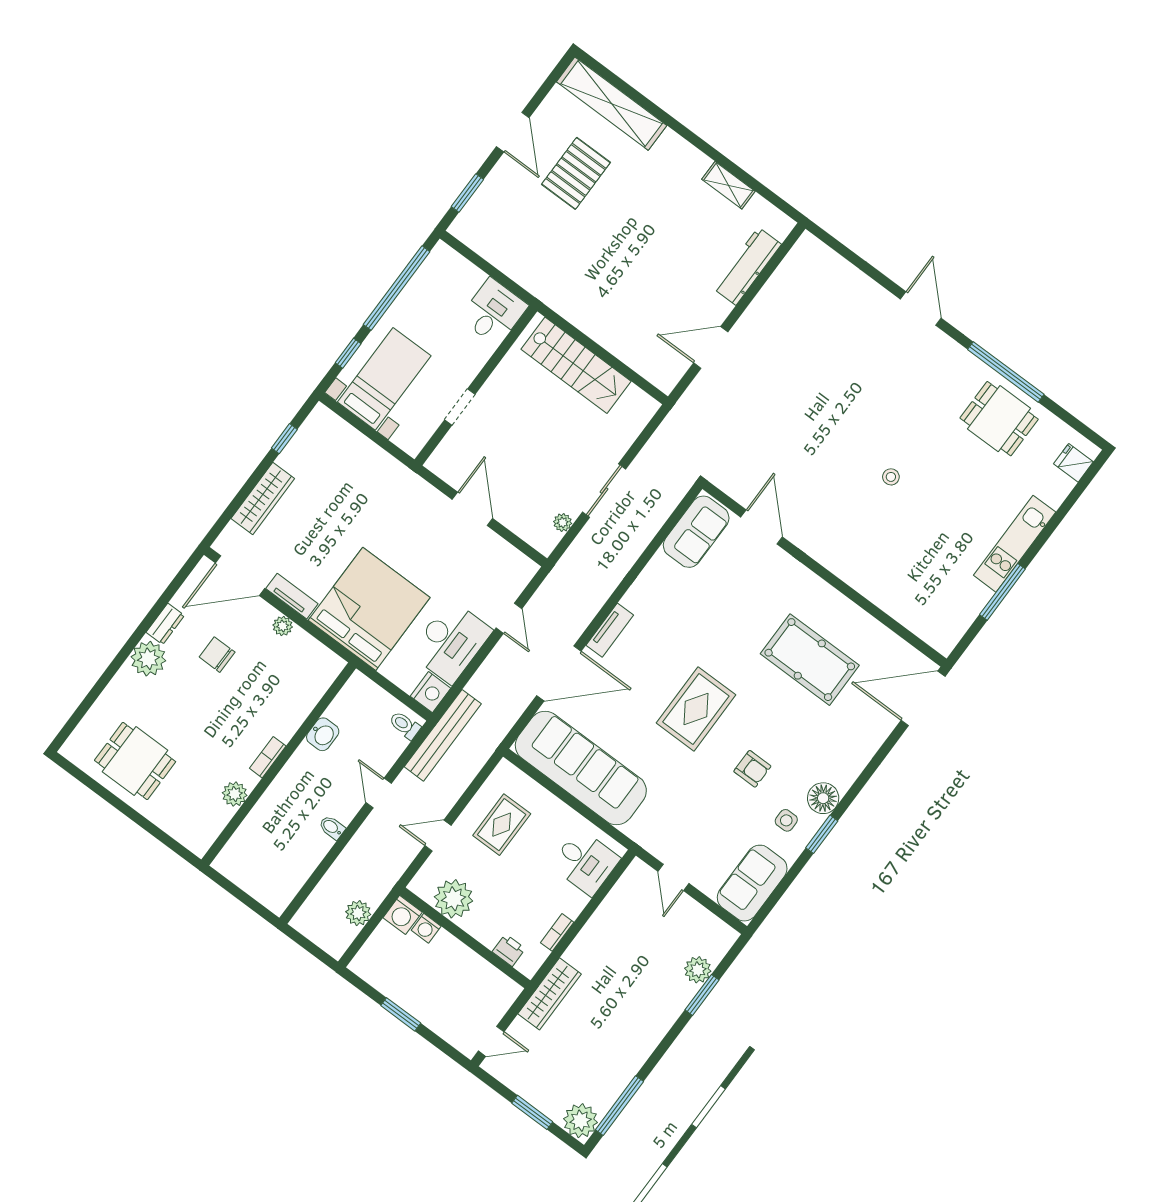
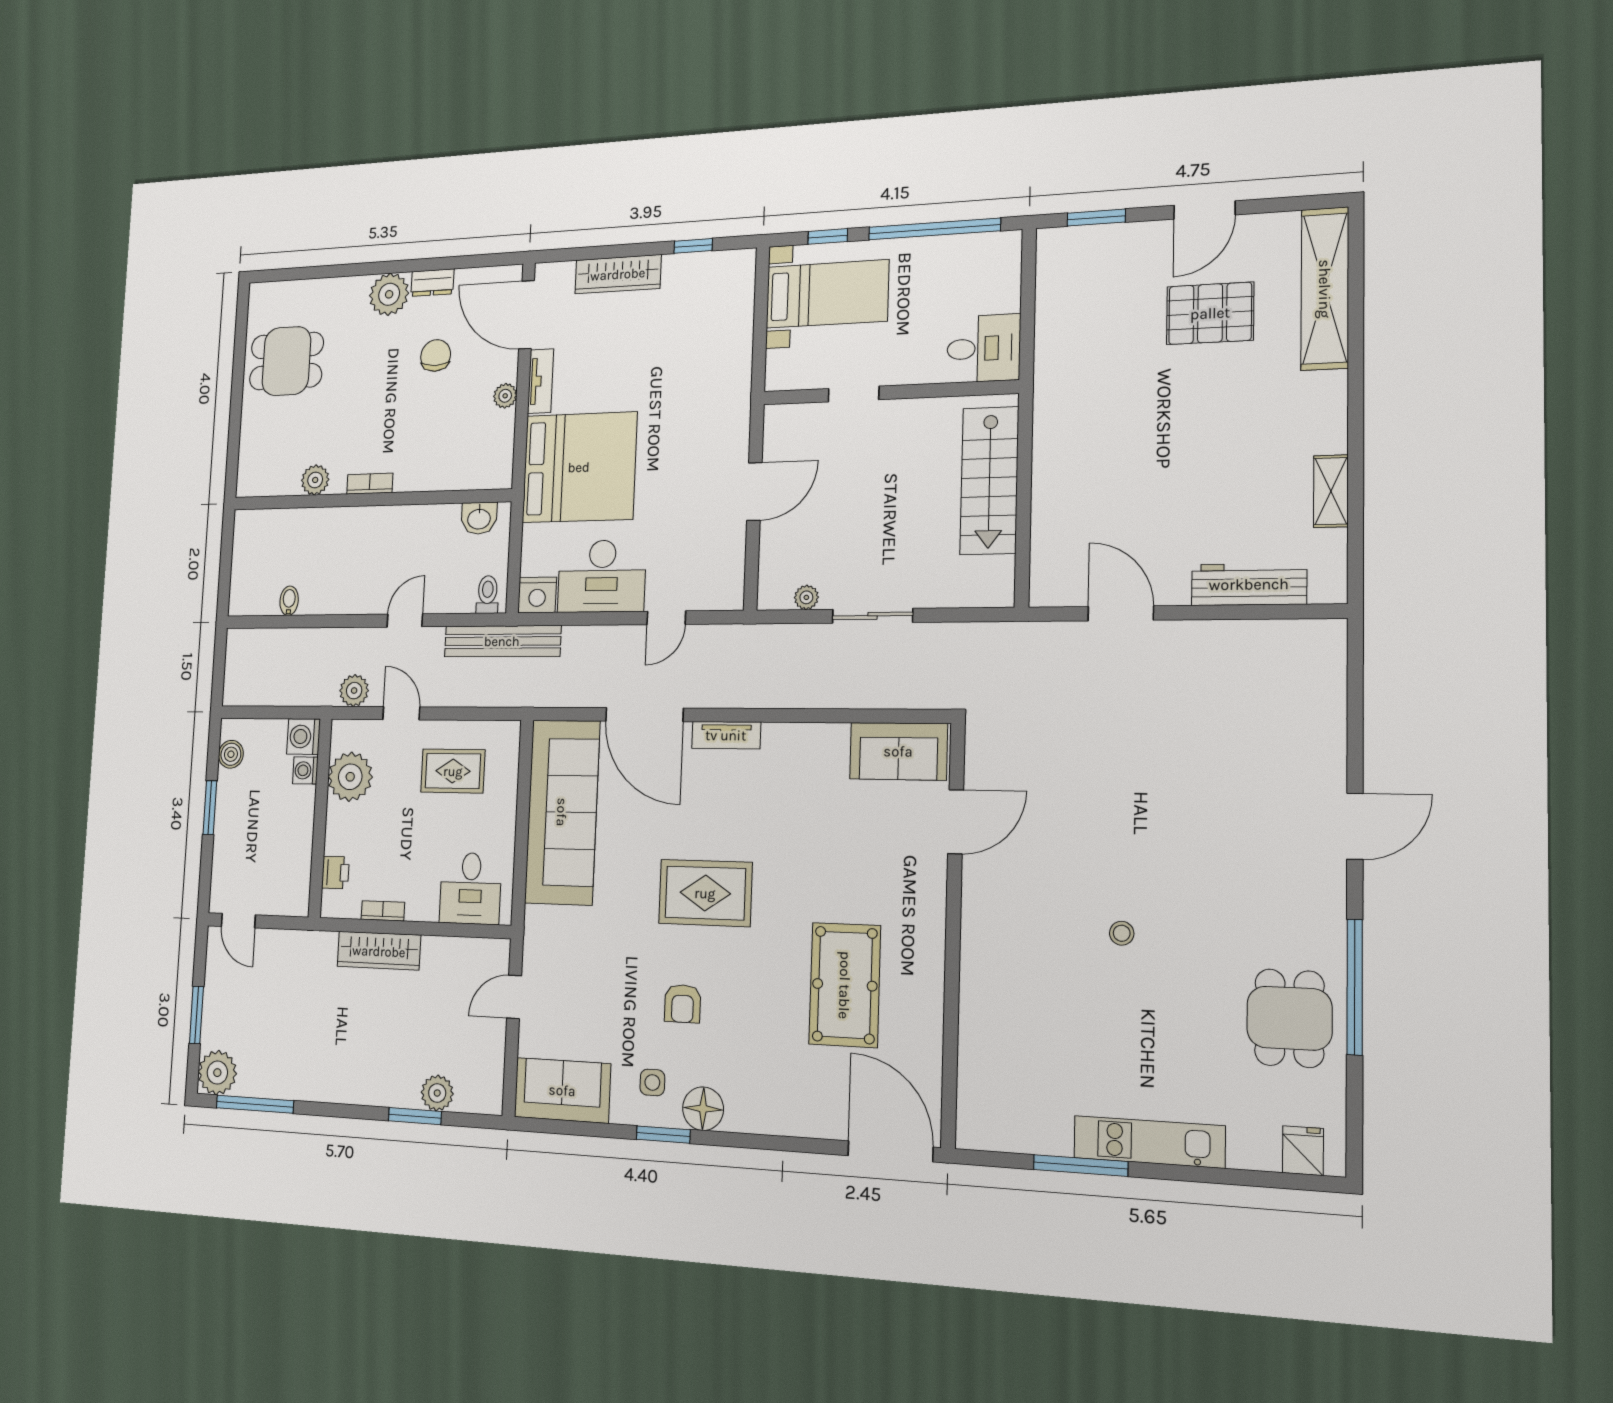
washbasin: (323, 734) -> (479, 518), moved
dining table: (135, 761) -> (286, 361), turned 90
bidet: (332, 827) -> (289, 601), moved
plant: (358, 913) -> (354, 691), moved
boiler: (376, 976) -> (231, 754), added
wardrobe: (550, 994) -> (379, 951), moved

